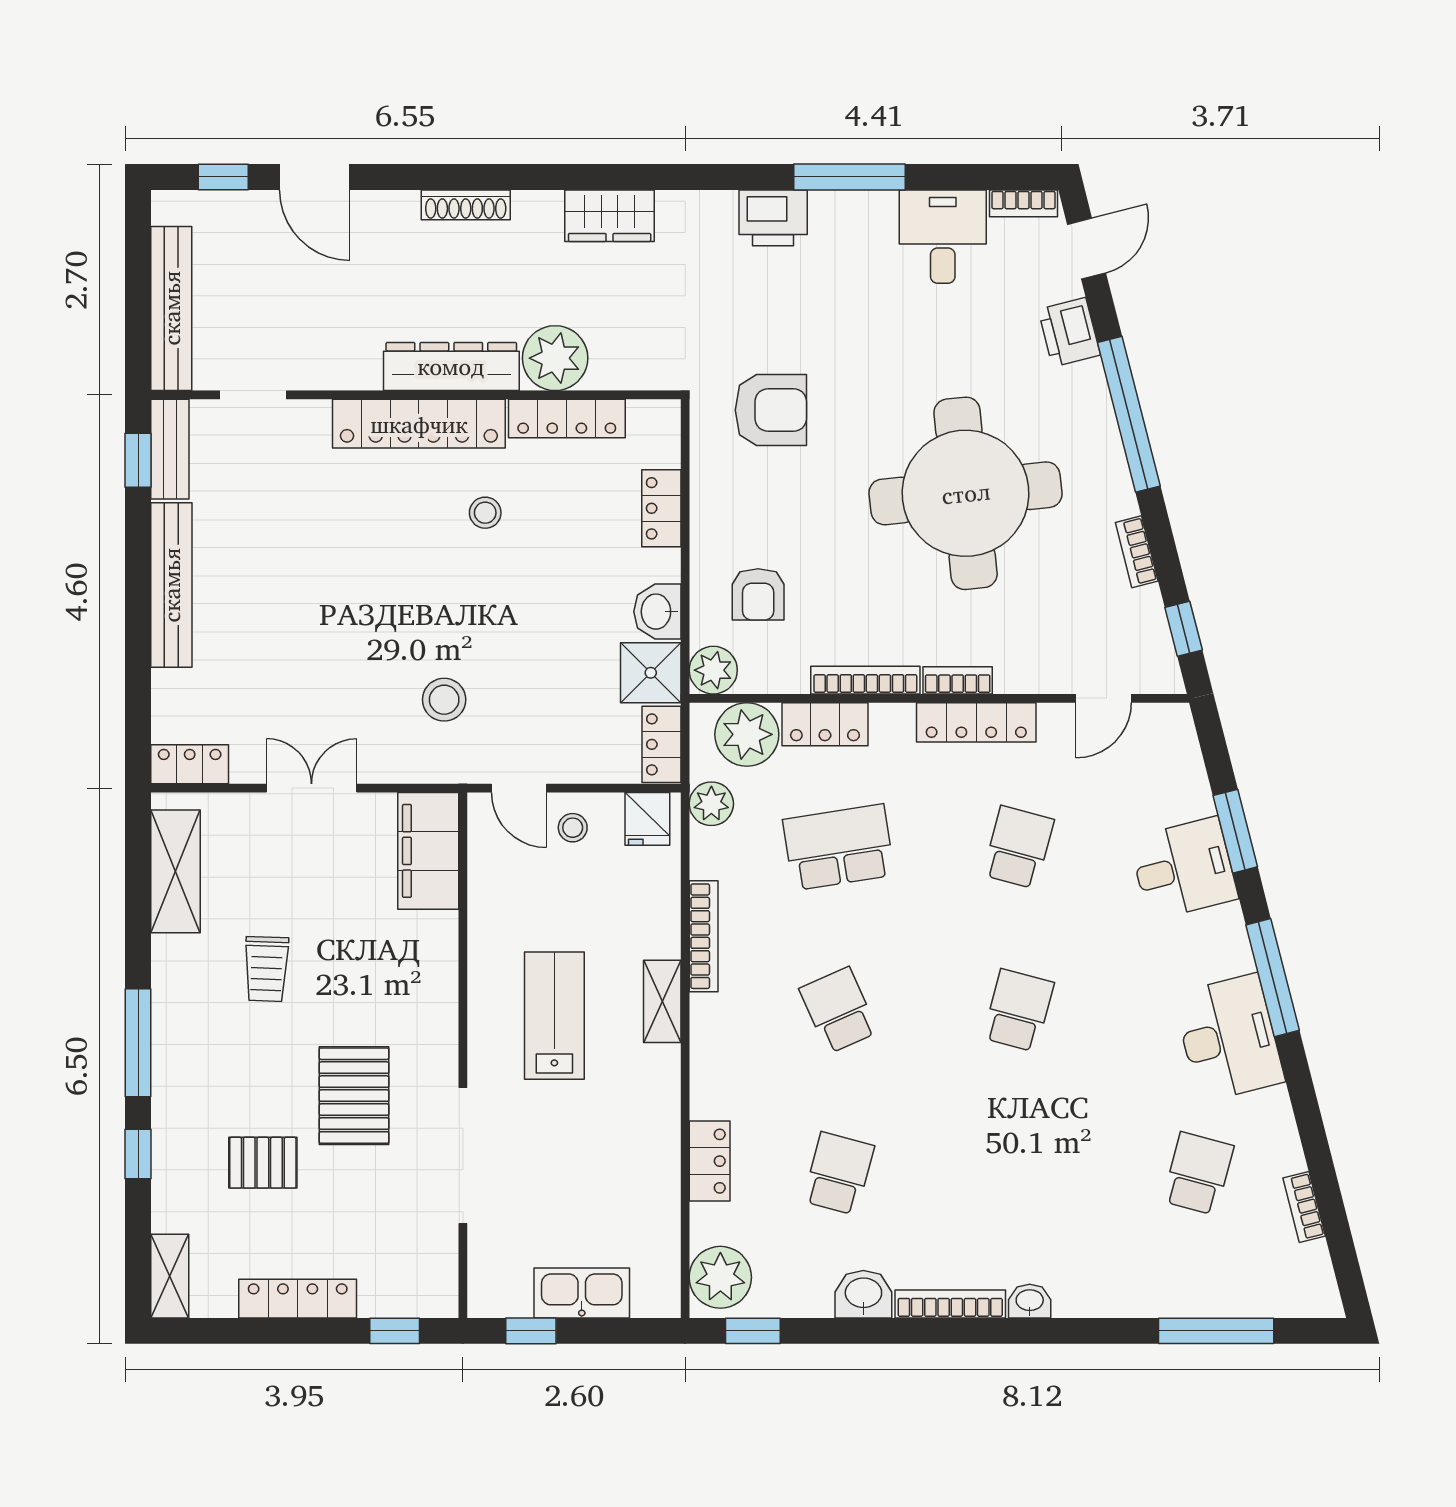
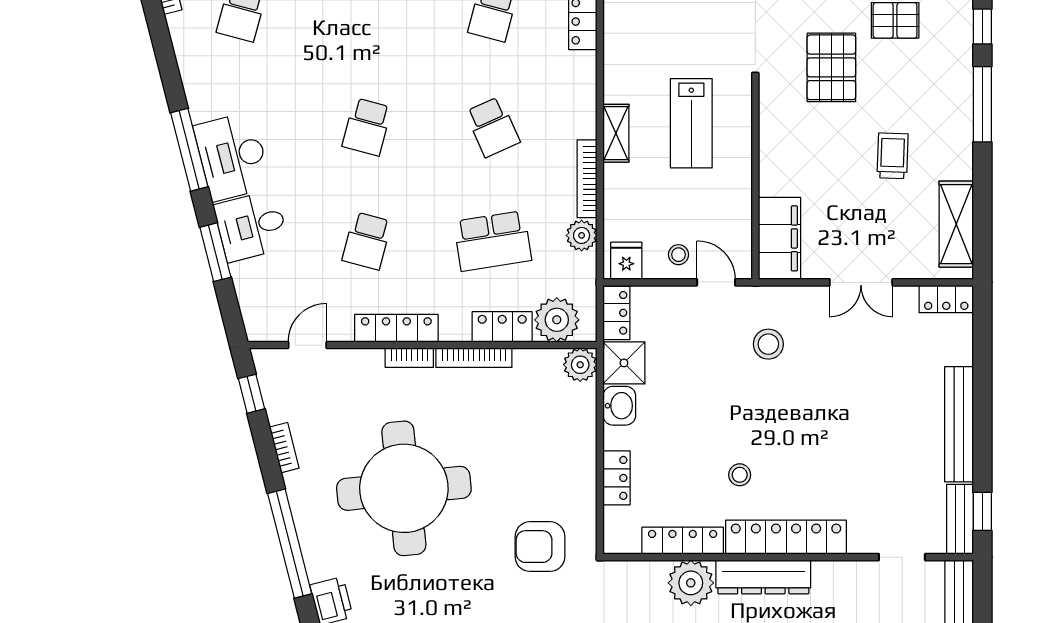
armchair: (758, 594) -> (549, 418), removed
plant: (711, 804) -> (582, 235), moved
desk: (1229, 1038) -> (232, 156), moved

